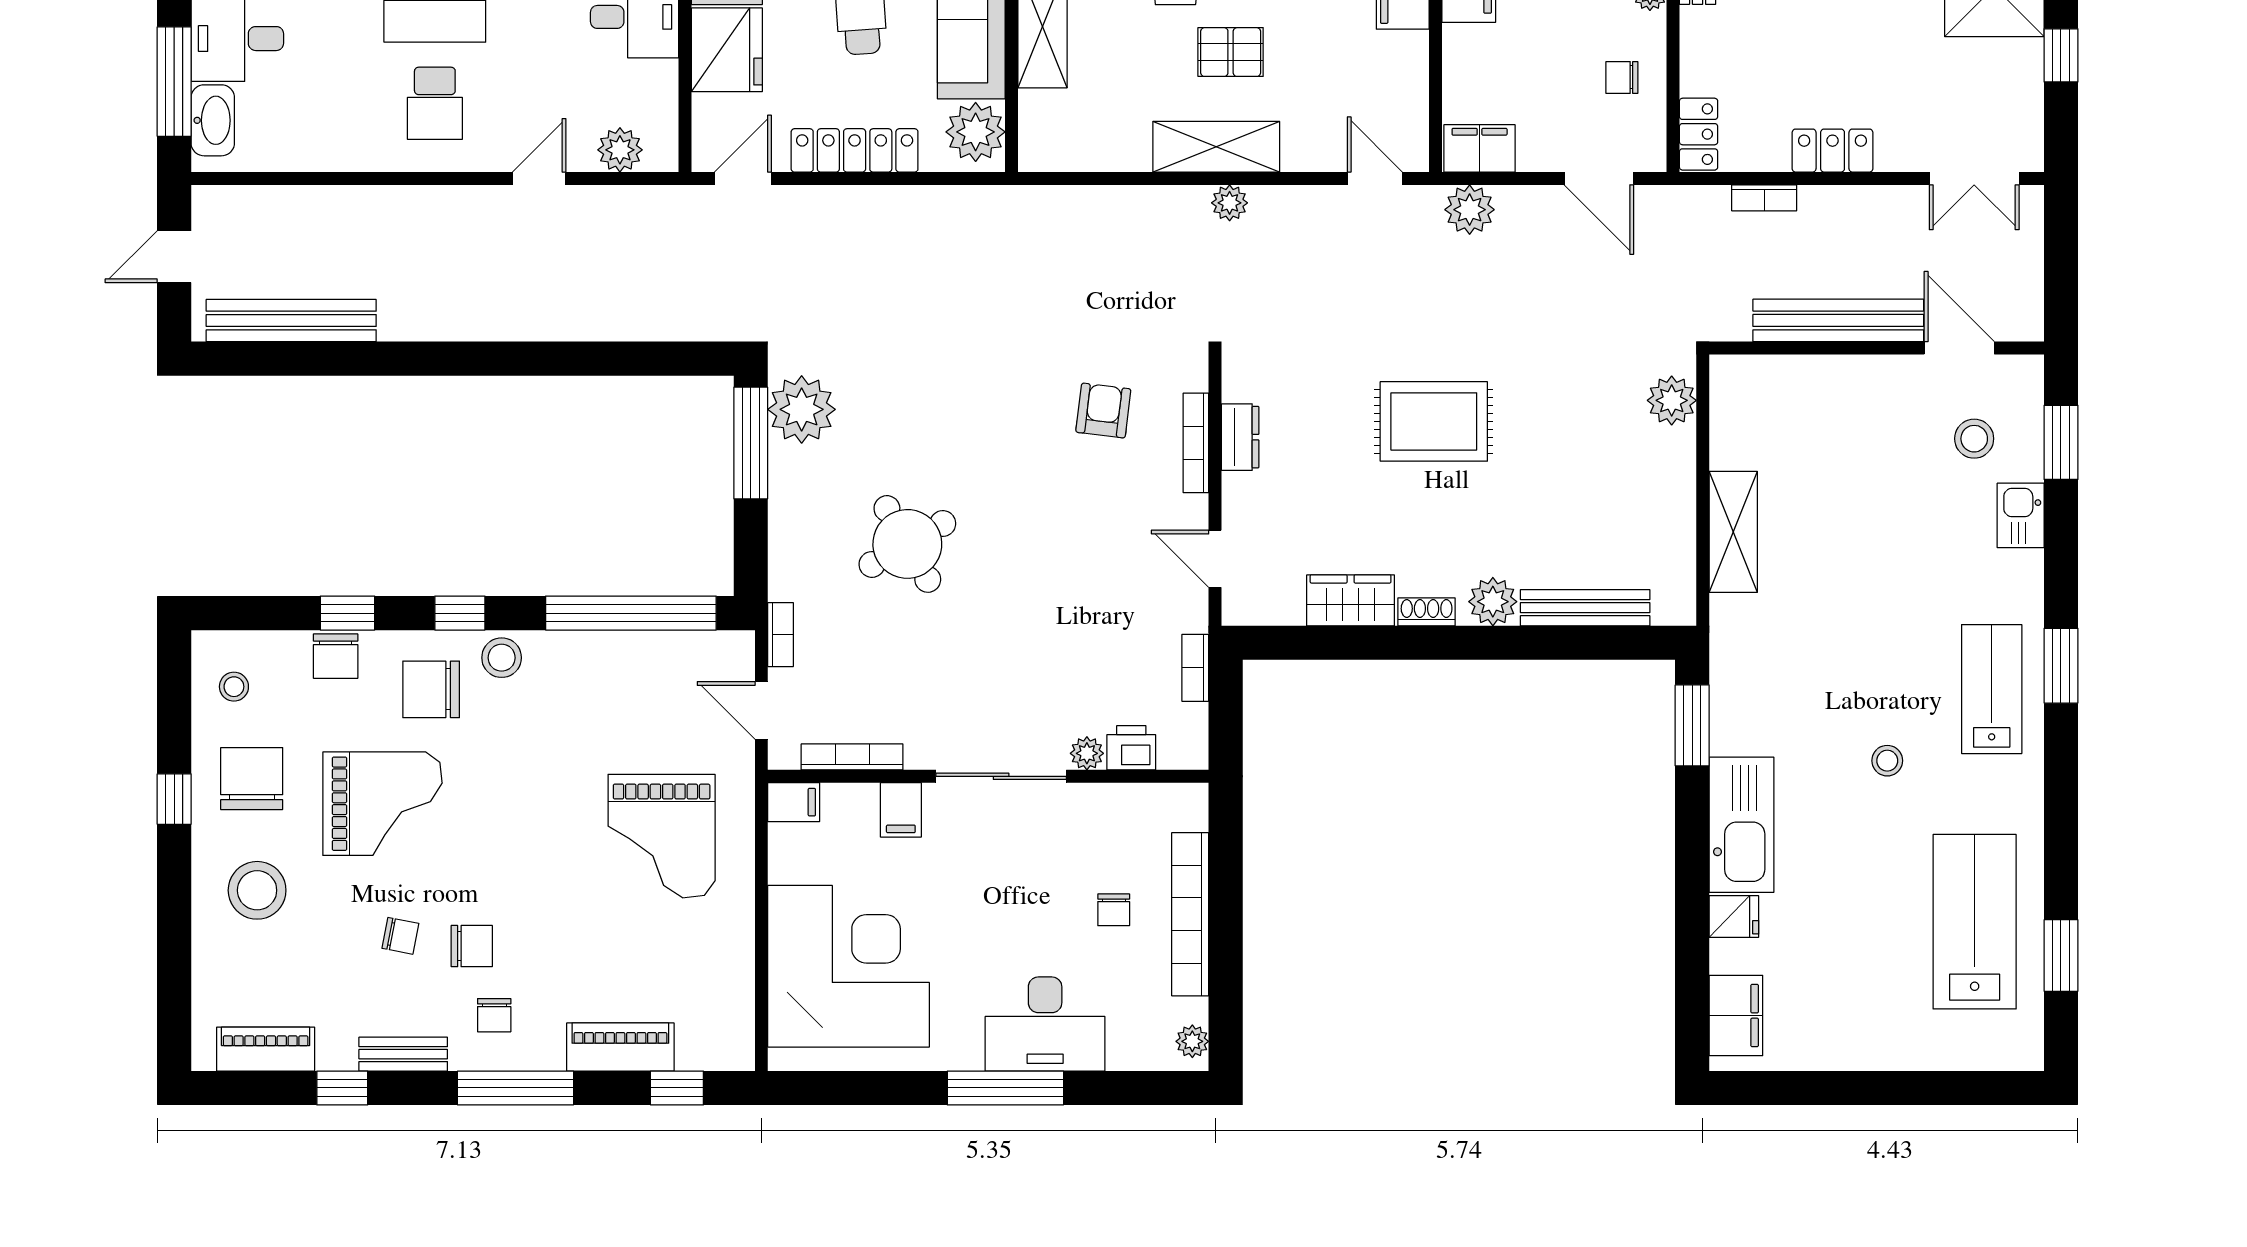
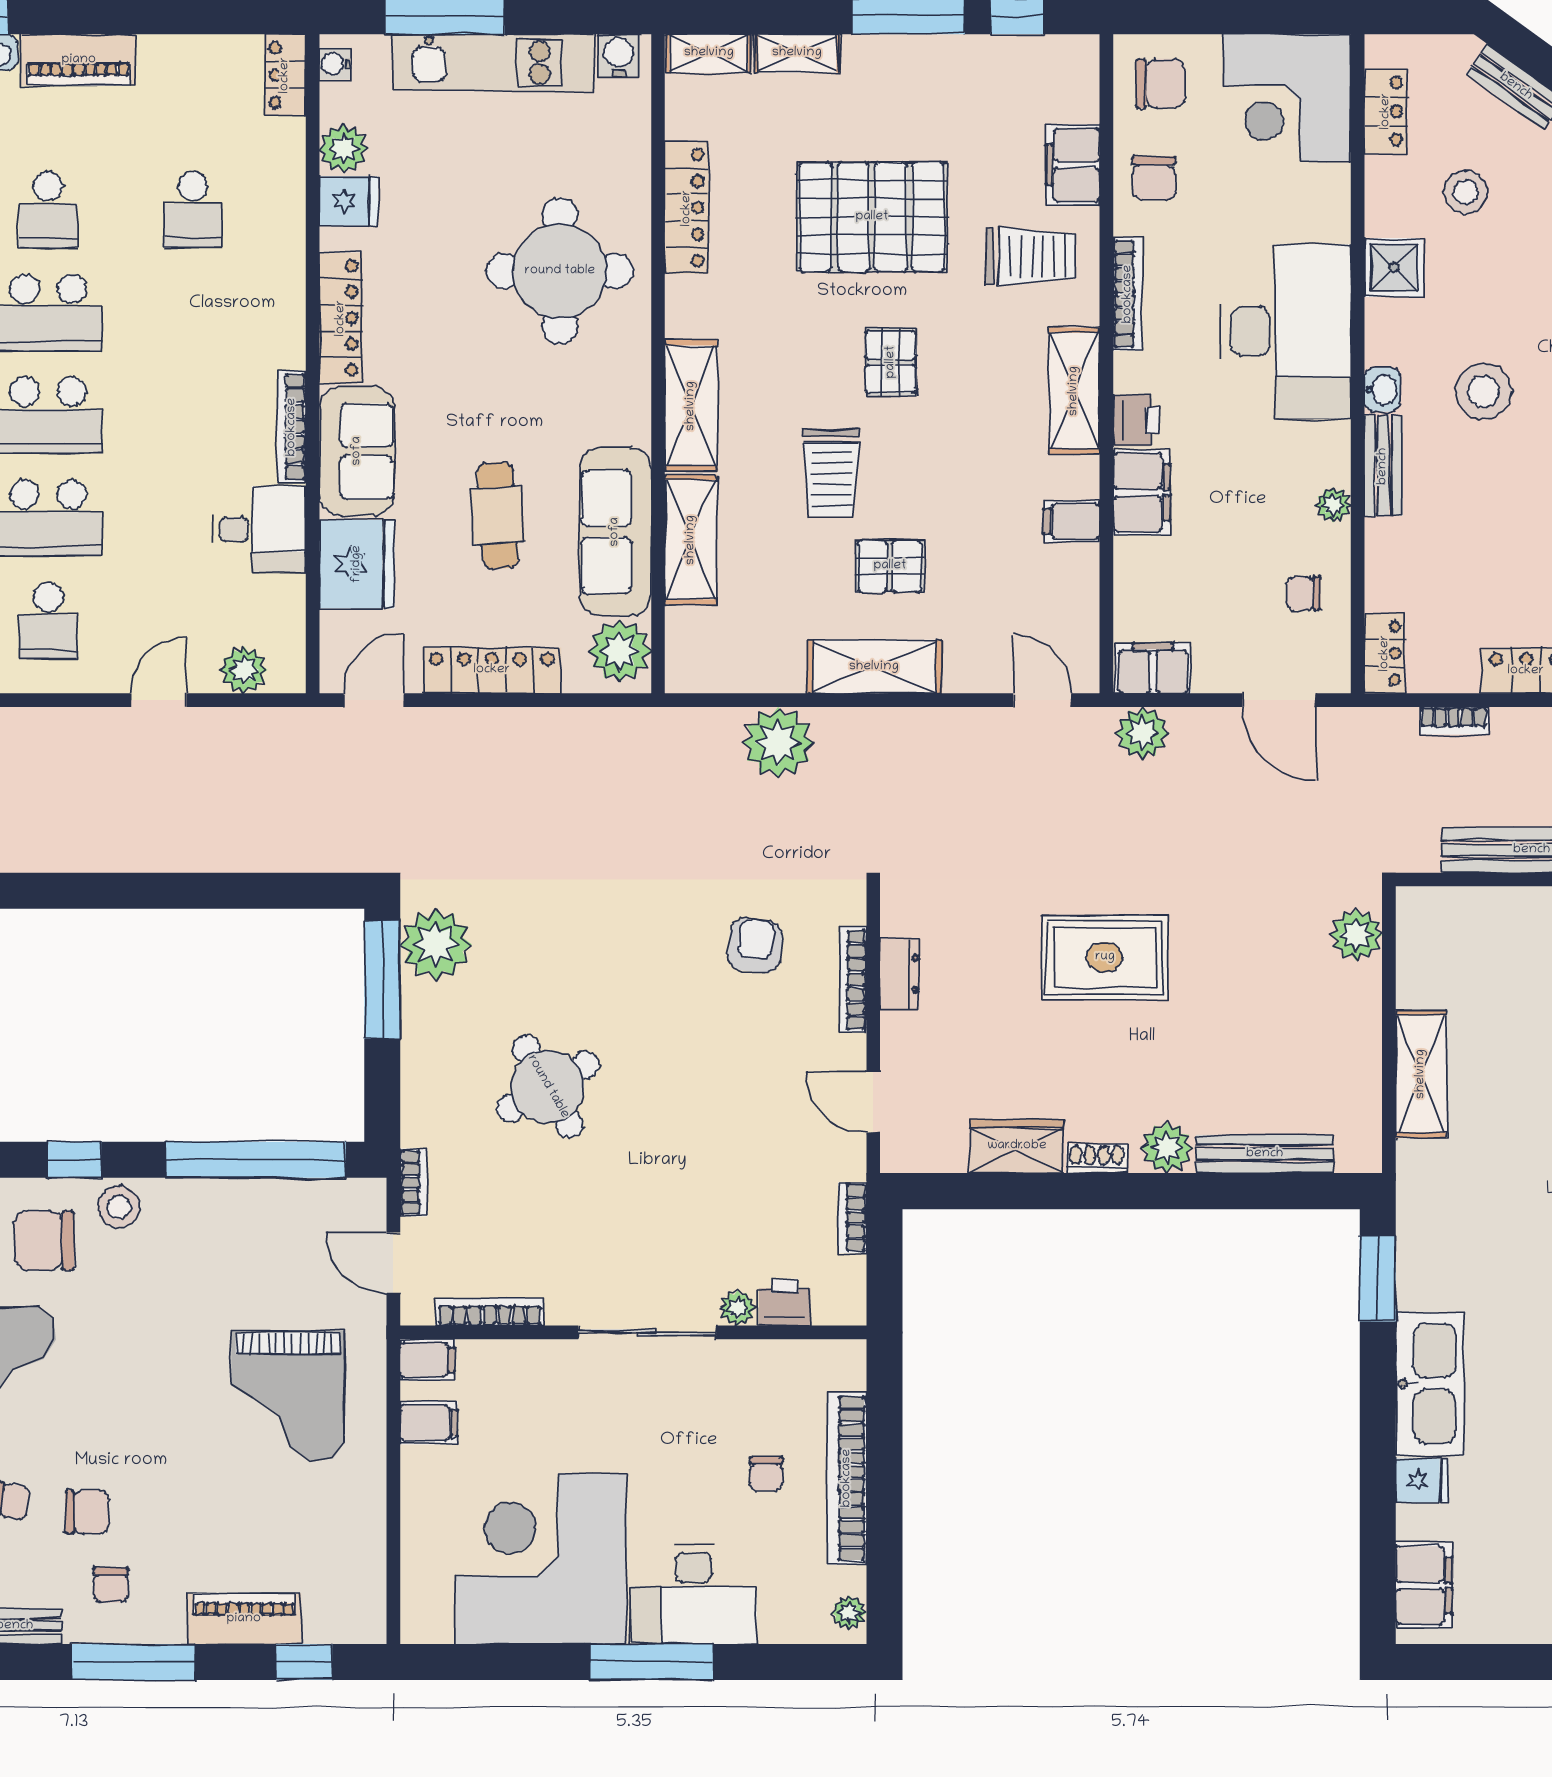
plant: (1230, 203) -> (778, 743), moved, width x1.87, depth x1.87
filing cabinet: (901, 810) -> (429, 1423), moved, turned -90
corner desk: (849, 966) -> (541, 1559), moved, turned -90

